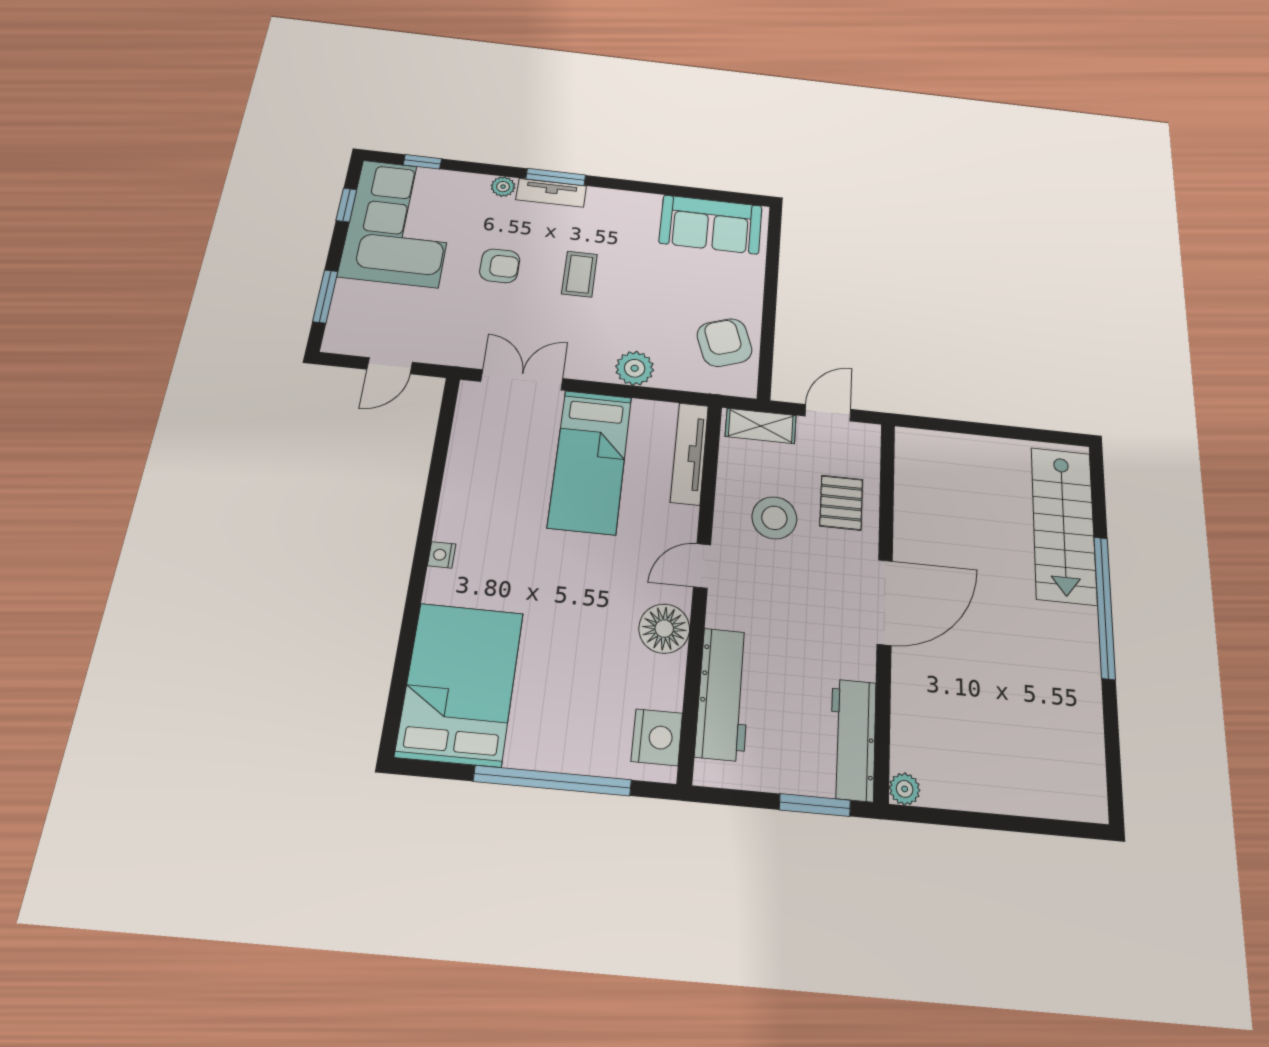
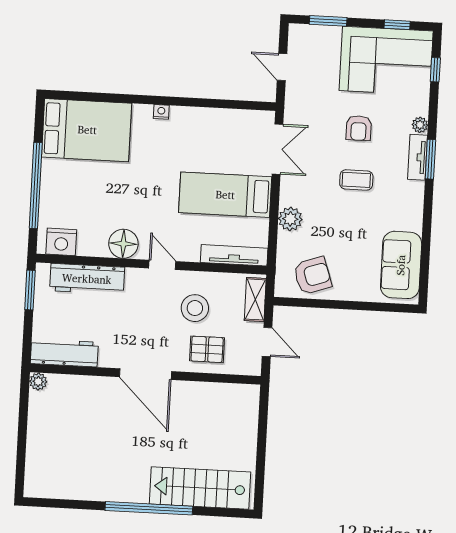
window: (815, 805) -> (30, 290), moved

